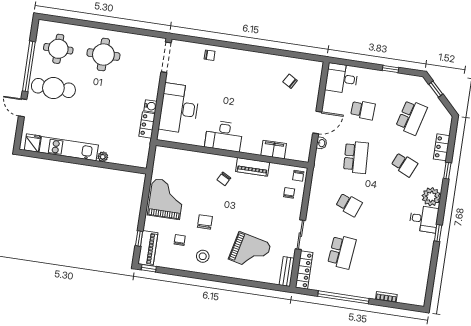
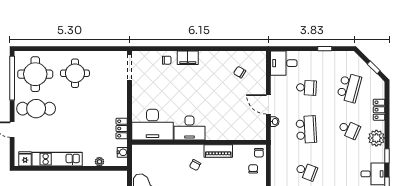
round table: (58, 49) -> (35, 74), width x1.36, depth x1.36
window: (29, 66) -> (12, 78), moved
window: (436, 89) -> (374, 67), moved
water cooler: (150, 106) -> (122, 152), moved
desk: (179, 108) -> (152, 125), moved, turned -90
door: (317, 122) -> (268, 104), swing flipped
filing cabinet: (274, 150) -> (188, 58), moved, turned 180
plant: (103, 157) -> (99, 162), moved
window: (447, 171) -> (387, 156), moved
plant: (431, 197) -> (376, 138), moved

